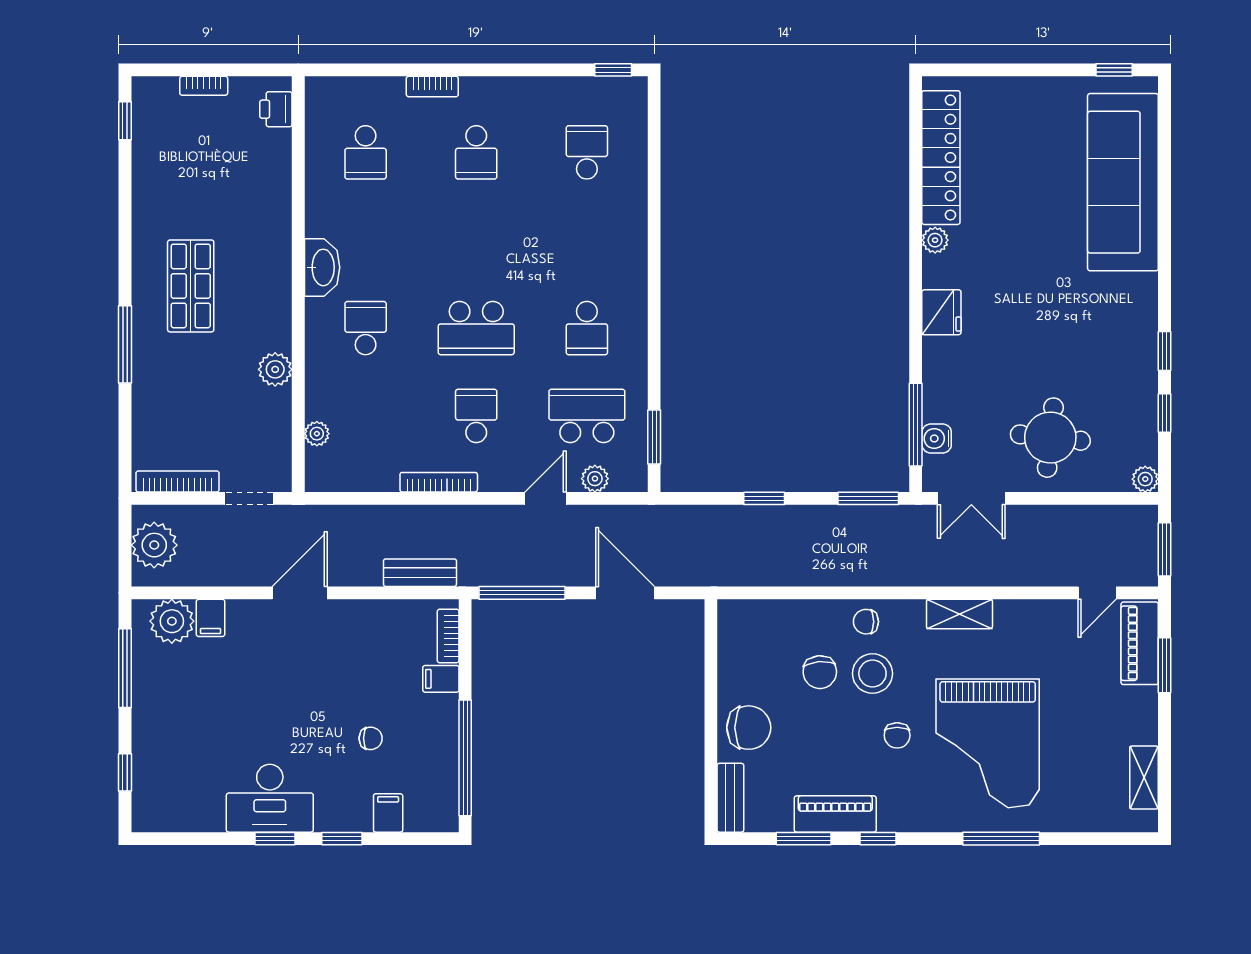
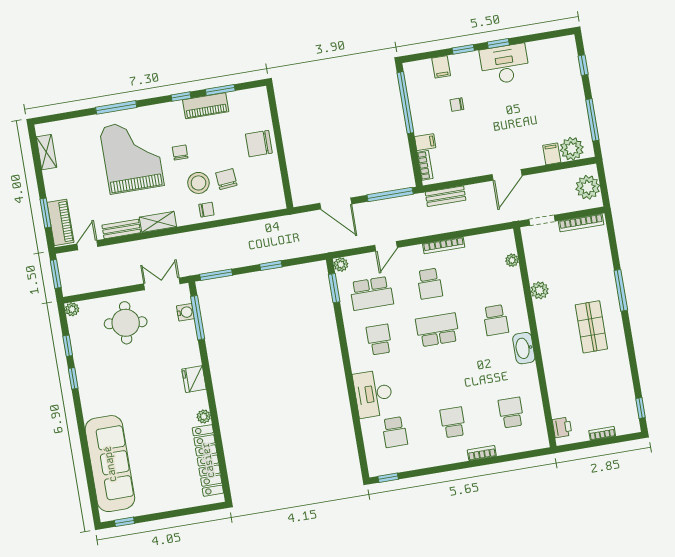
desk: (615, 230) -> (373, 394), added
plant: (595, 479) -> (341, 265), moved
bench: (730, 798) -> (121, 229), moved, turned 90

